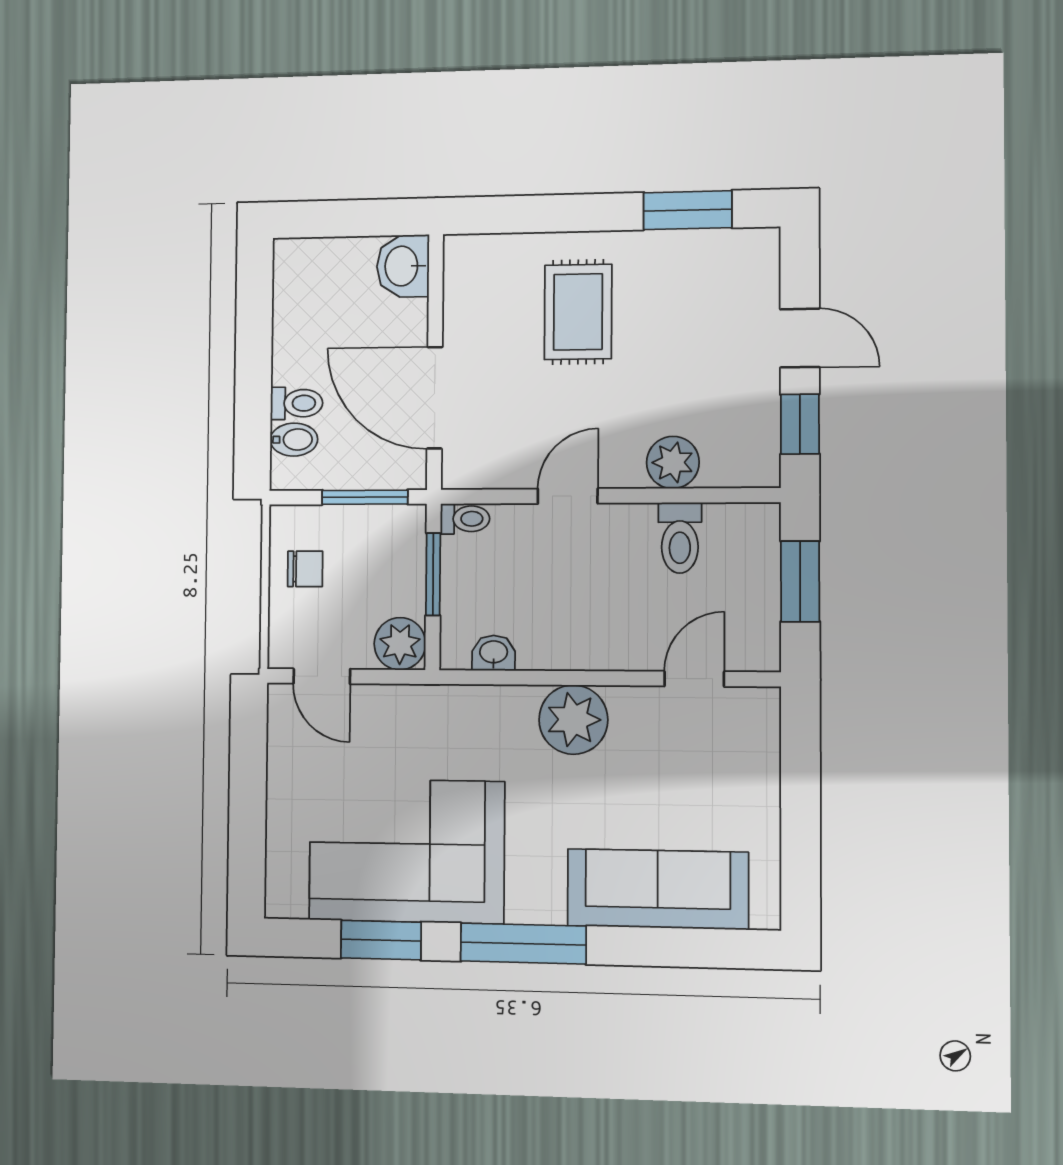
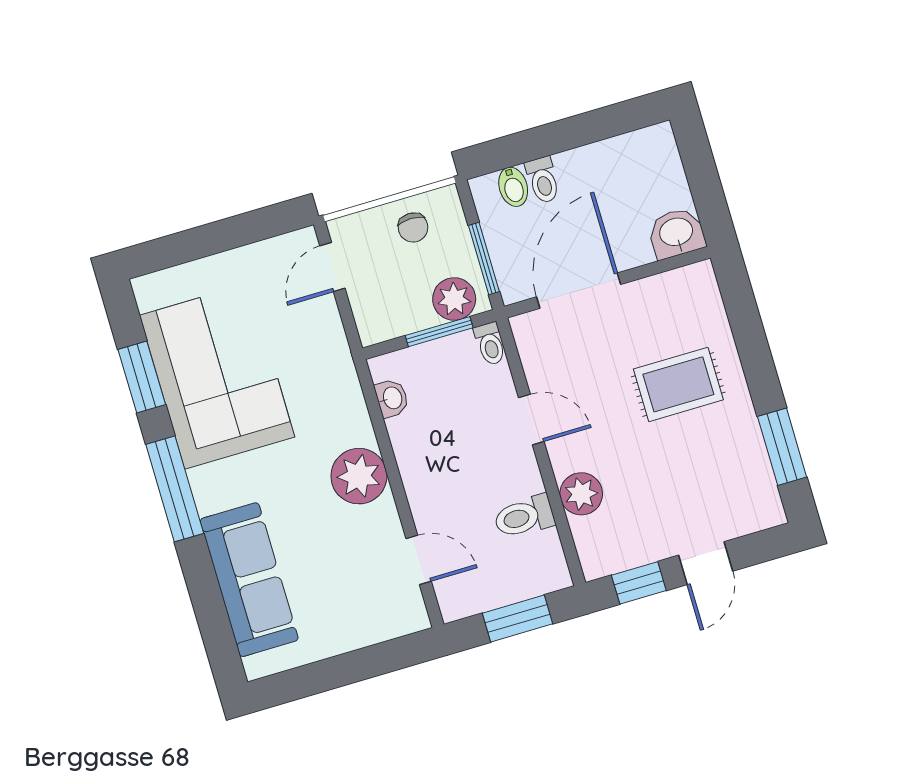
plant: (400, 644) -> (454, 299), moved

